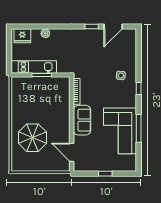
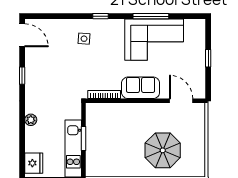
door: (113, 27) -> (22, 35), moved
plant: (45, 33) -> (31, 120), moved
door: (72, 152) -> (181, 101), swing flipped

